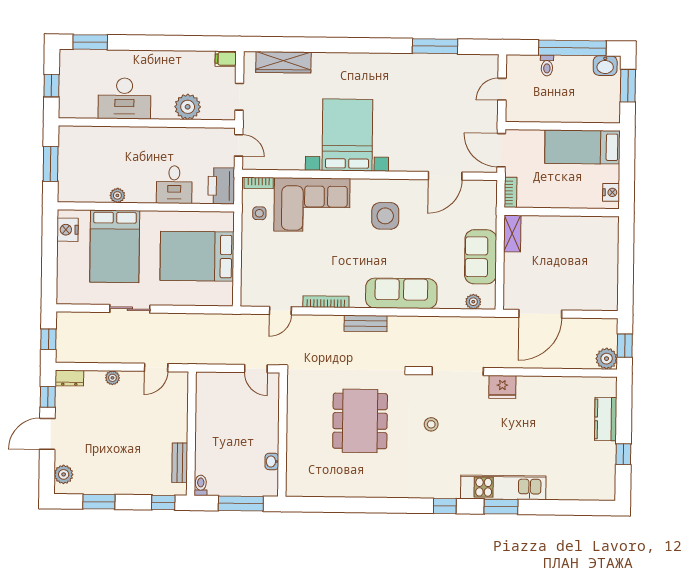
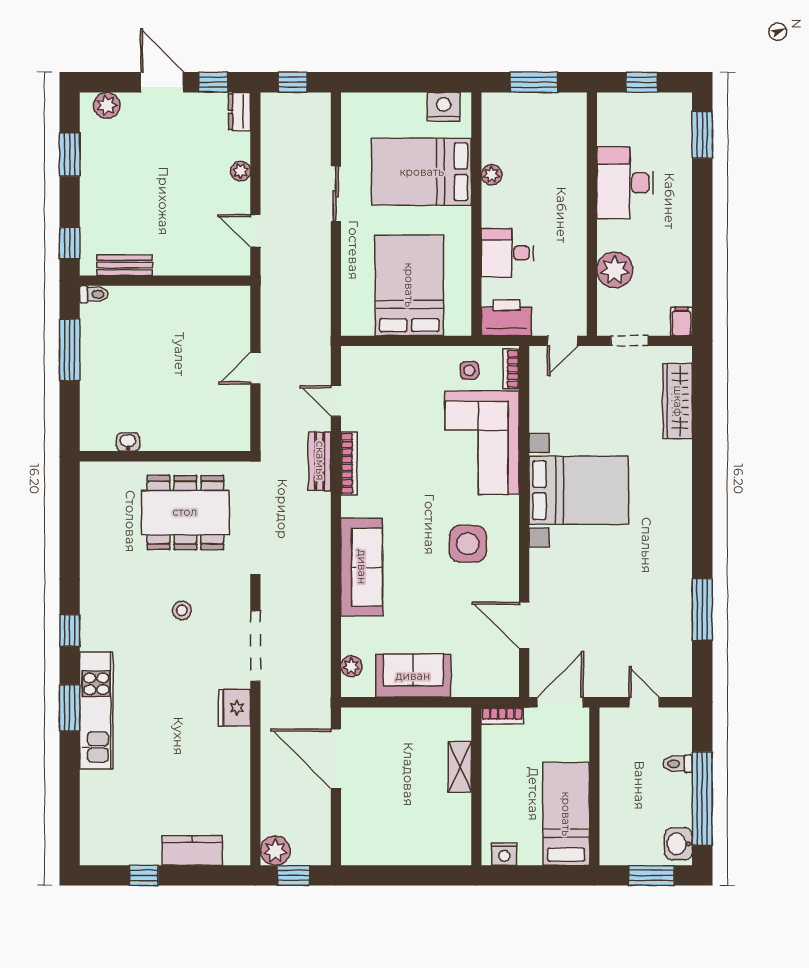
shelving: (512, 233) -> (460, 767), moved, turned 90
bench: (366, 323) -> (320, 461), moved
wall: (283, 435) -> (165, 456), moved
washbasin: (272, 461) -> (128, 442), moved

